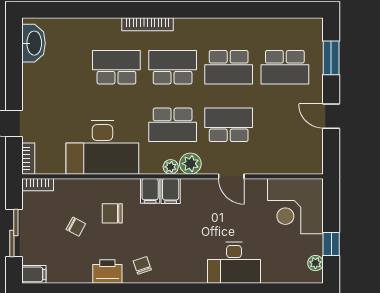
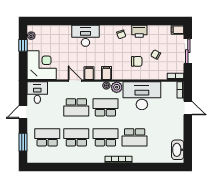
school desk: (173, 67) -> (105, 137), turned 180
door: (331, 116) -> (23, 112), swing flipped
desk: (304, 153) -> (37, 93), added
plant: (190, 164) -> (117, 87), moved
filing cabinet: (150, 191) -> (89, 73), moved
desk: (234, 263) -> (85, 36), moved

